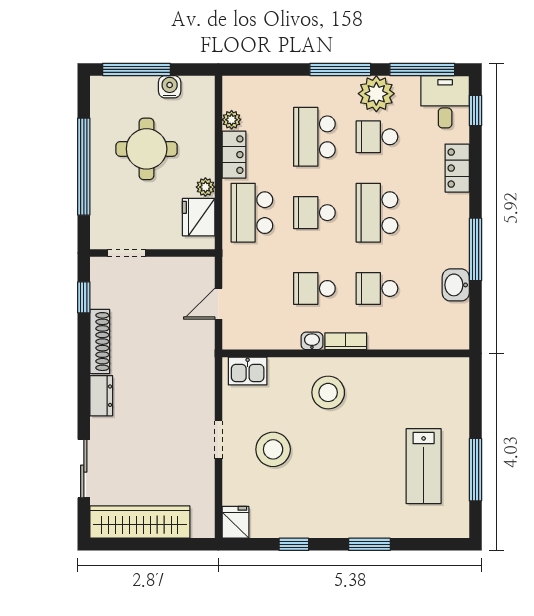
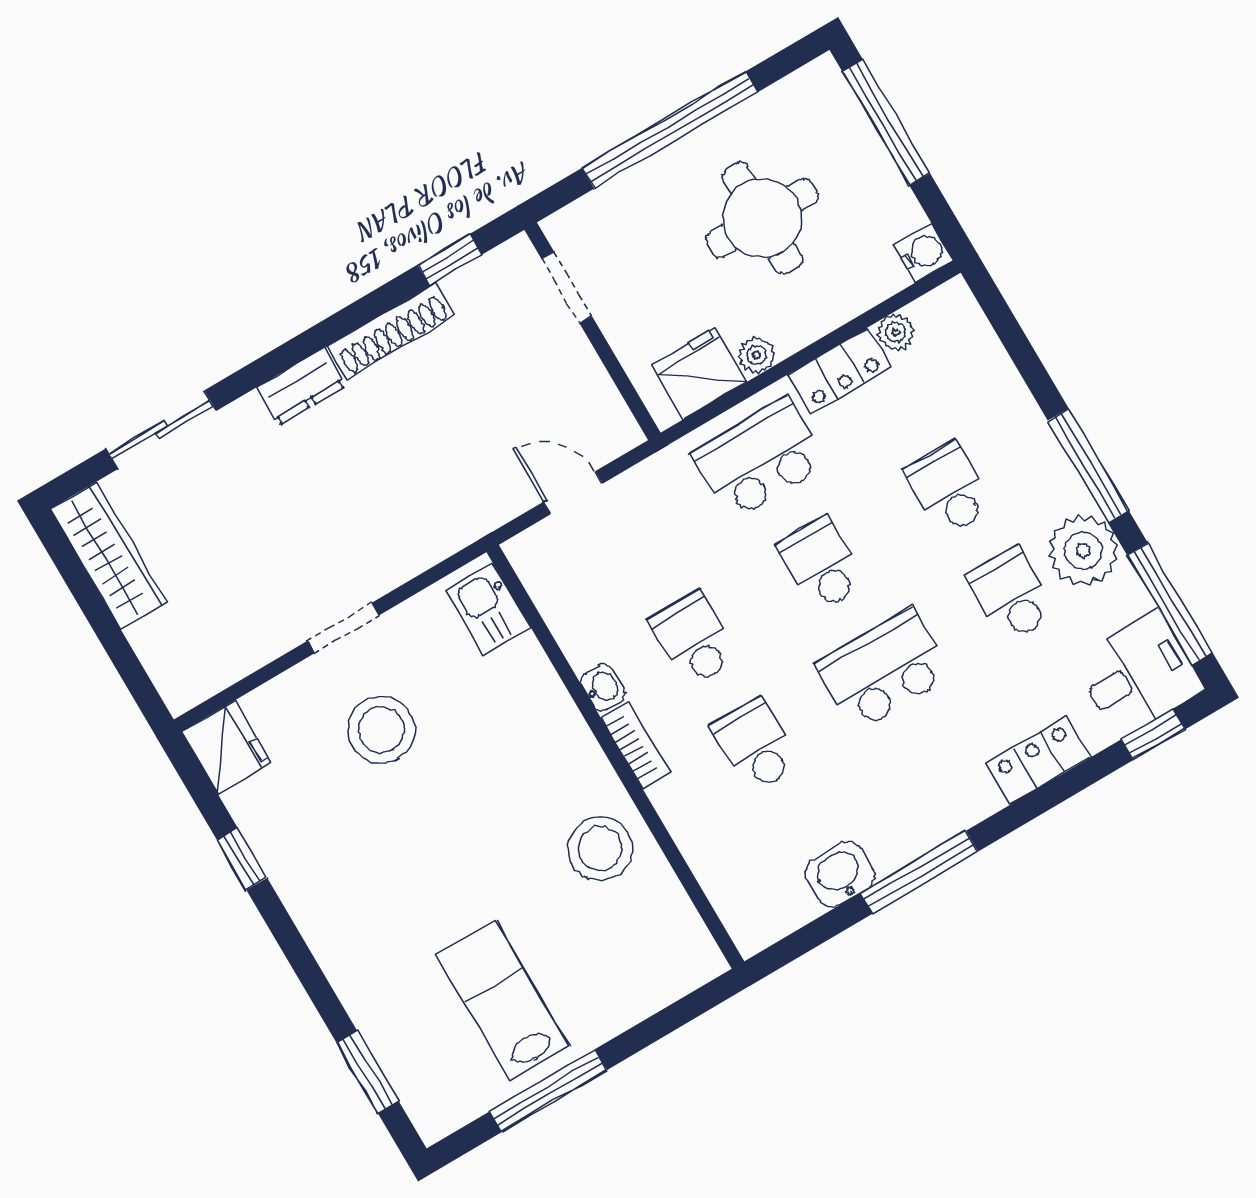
water cooler: (170, 87) -> (924, 253), moved
school desk: (314, 137) -> (949, 489), width x0.54
stool: (328, 392) -> (600, 848), moved
lab bench: (424, 466) -> (503, 1000), turned 90
wardrobe: (140, 522) -> (109, 556), width x0.71, depth x0.85
fridge: (235, 522) -> (226, 747), width x1.38
window: (369, 544) -> (368, 1072), moved

